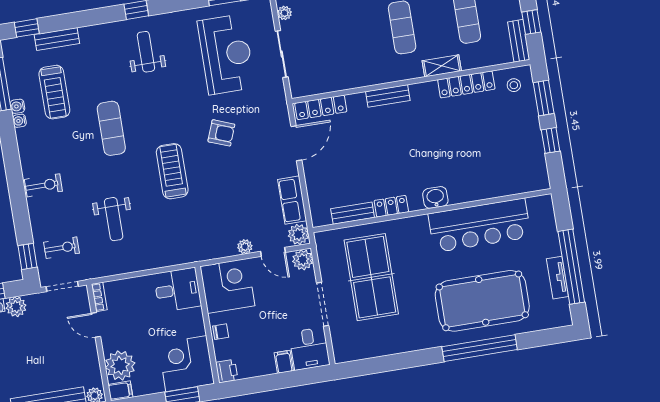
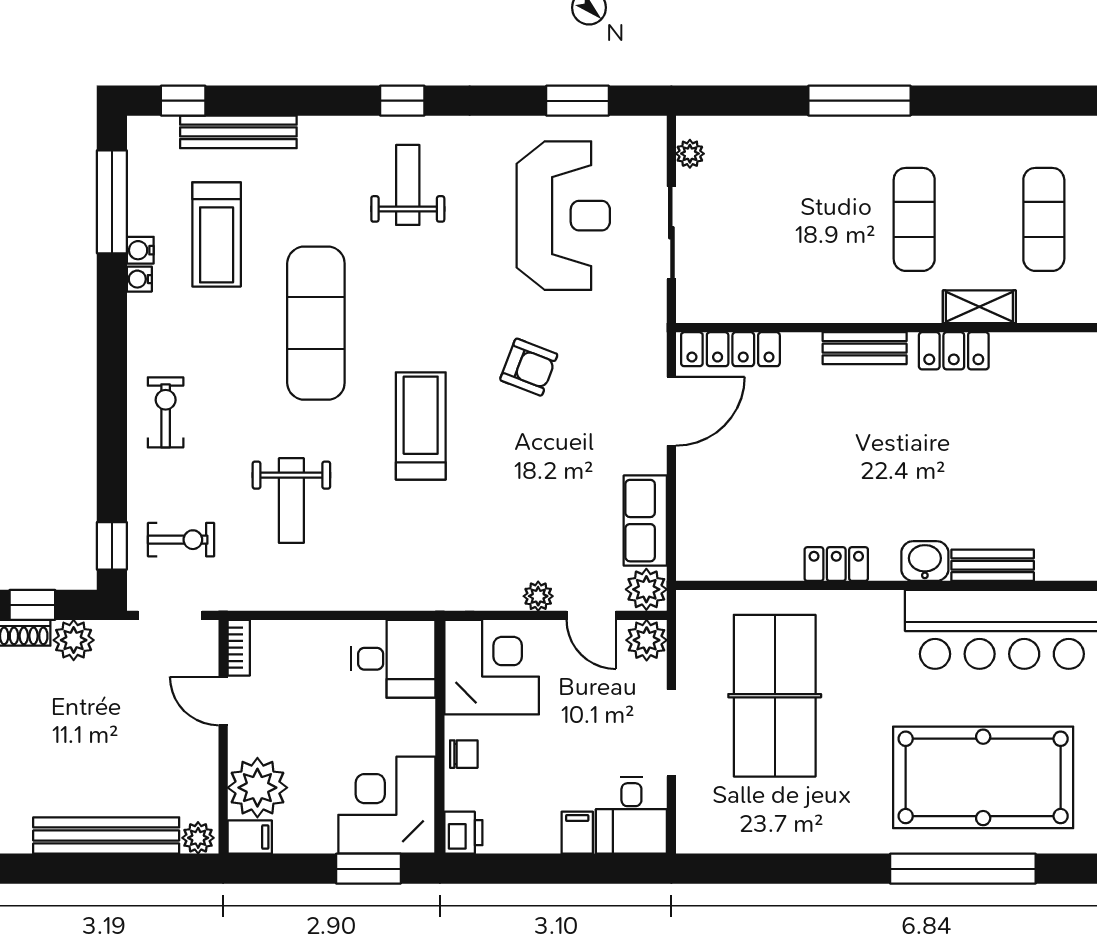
bench: (57, 39) -> (238, 132), width x1.36
locker: (466, 84) -> (954, 351), moved, width x0.66
exercise mat: (111, 128) -> (316, 323), width x1.36, depth x1.45
exercise bike: (43, 185) -> (166, 412), turned -90
bench: (353, 213) -> (993, 565), moved

